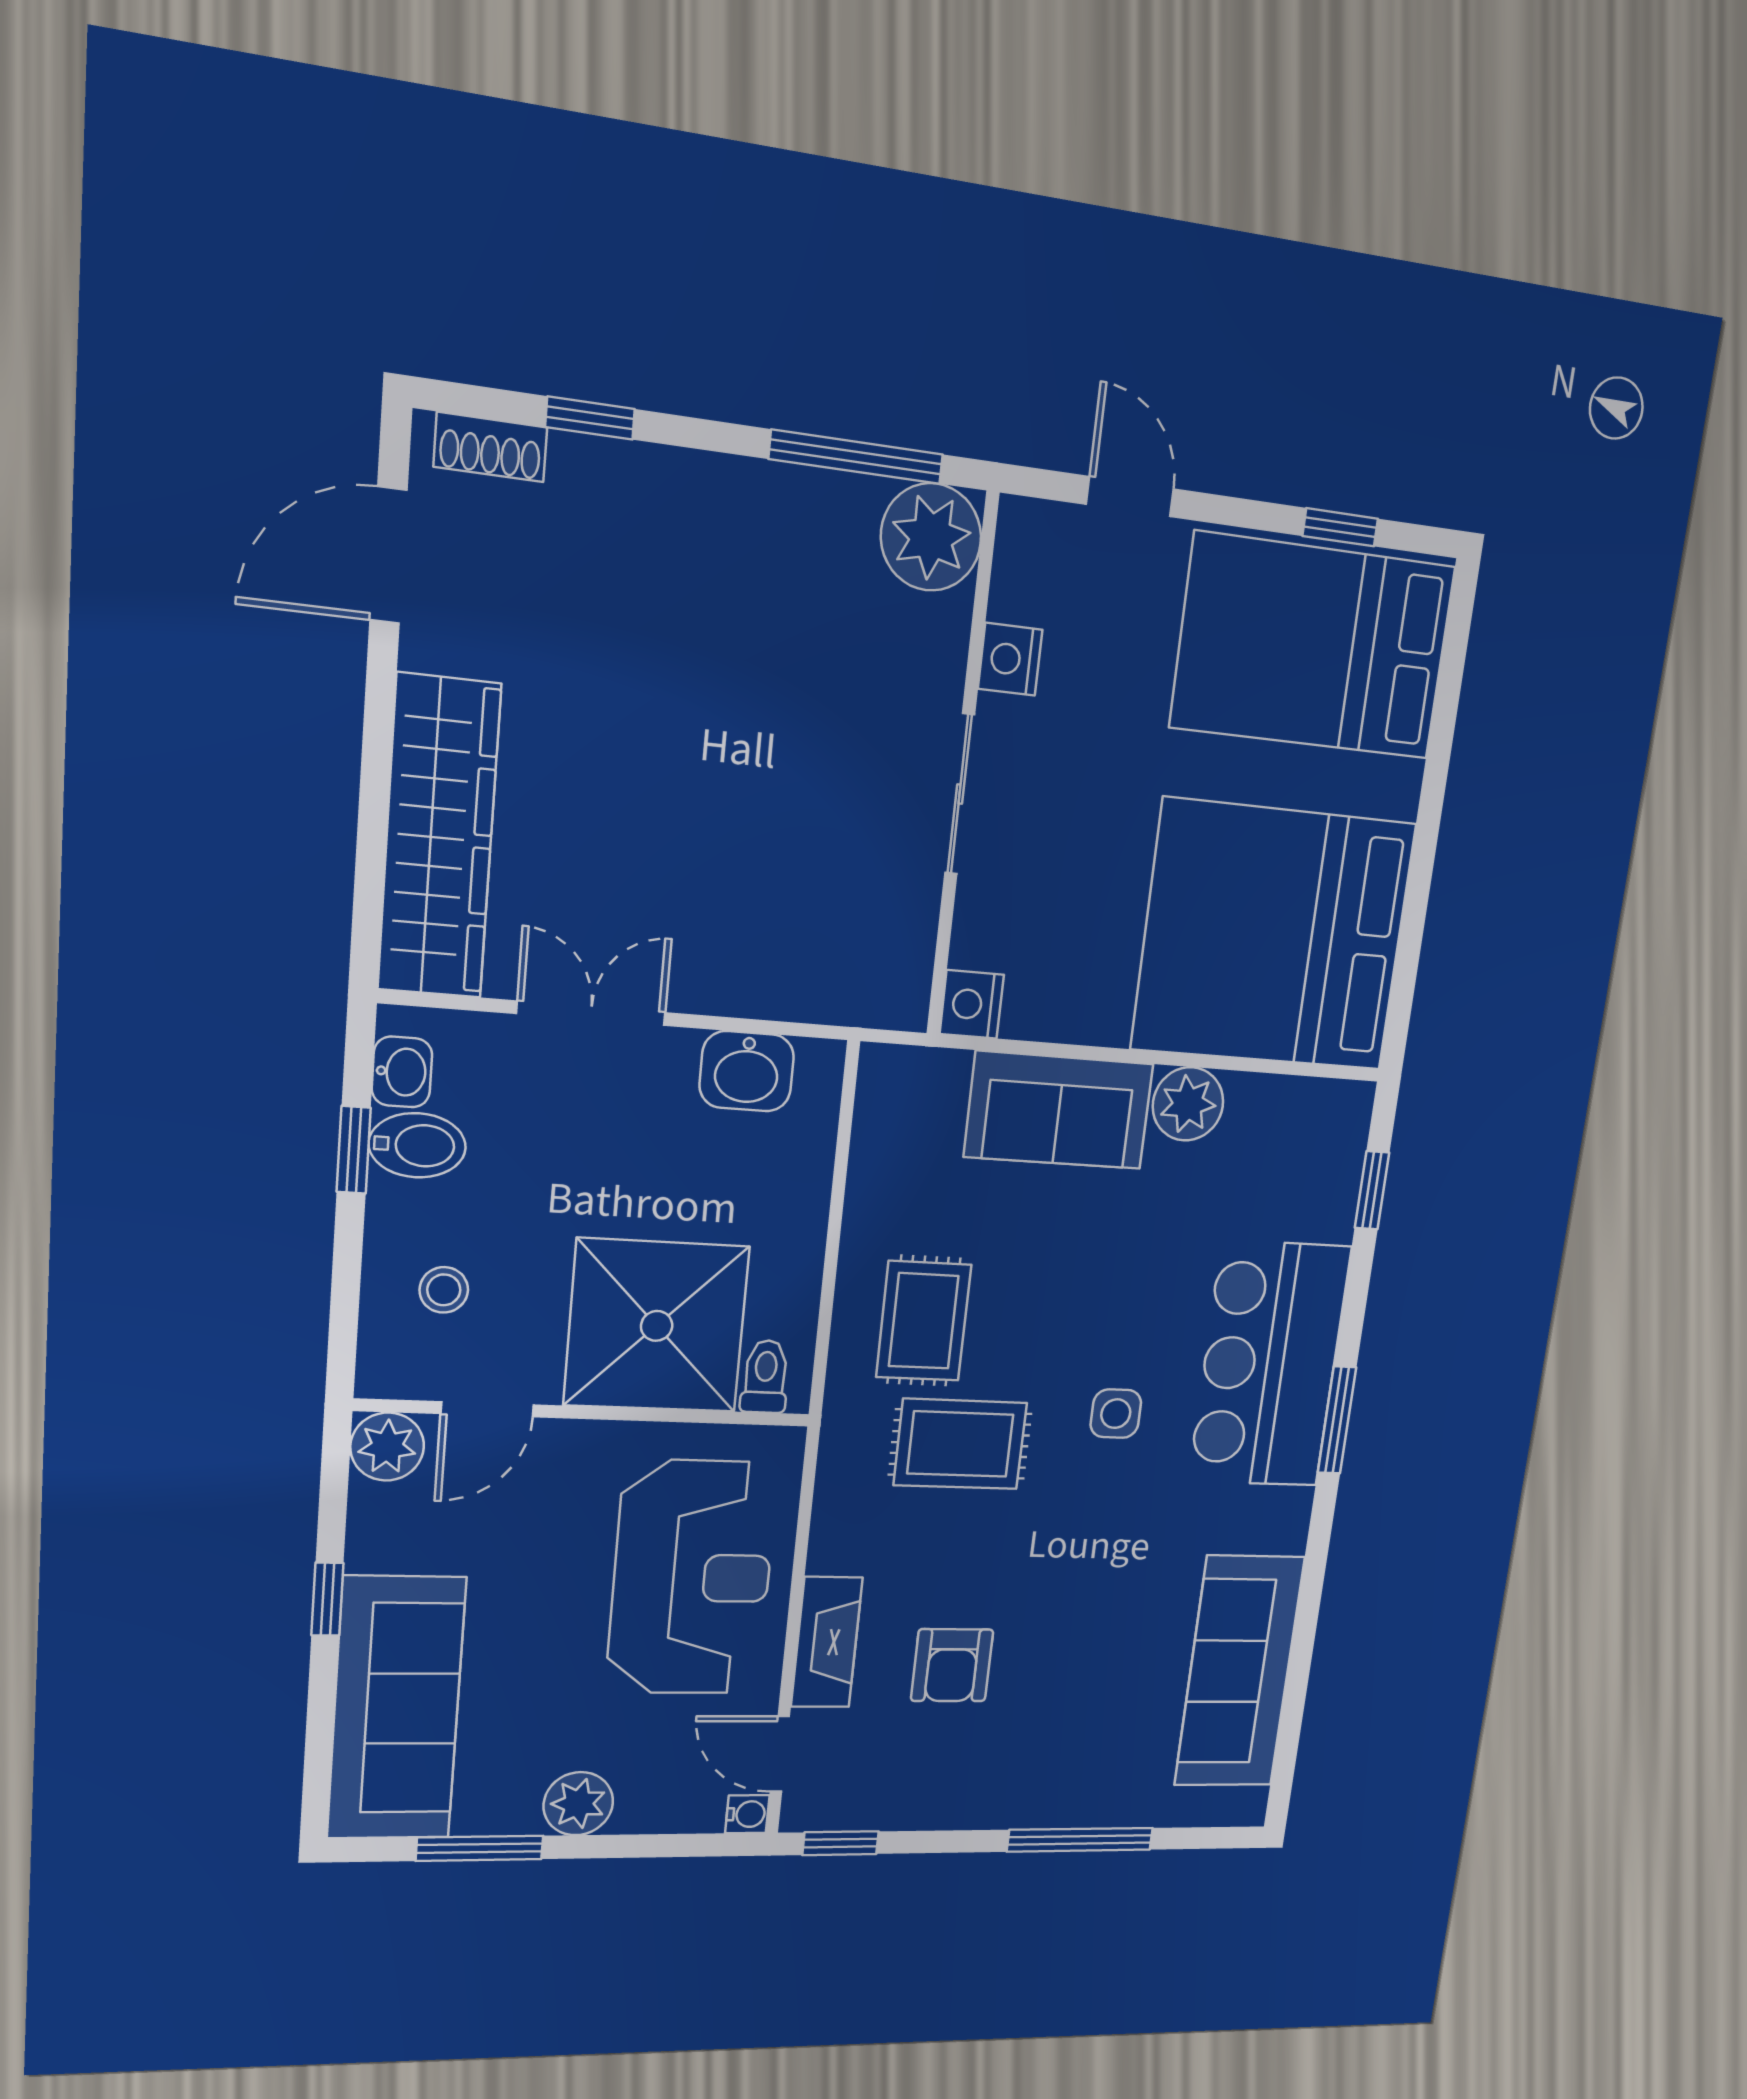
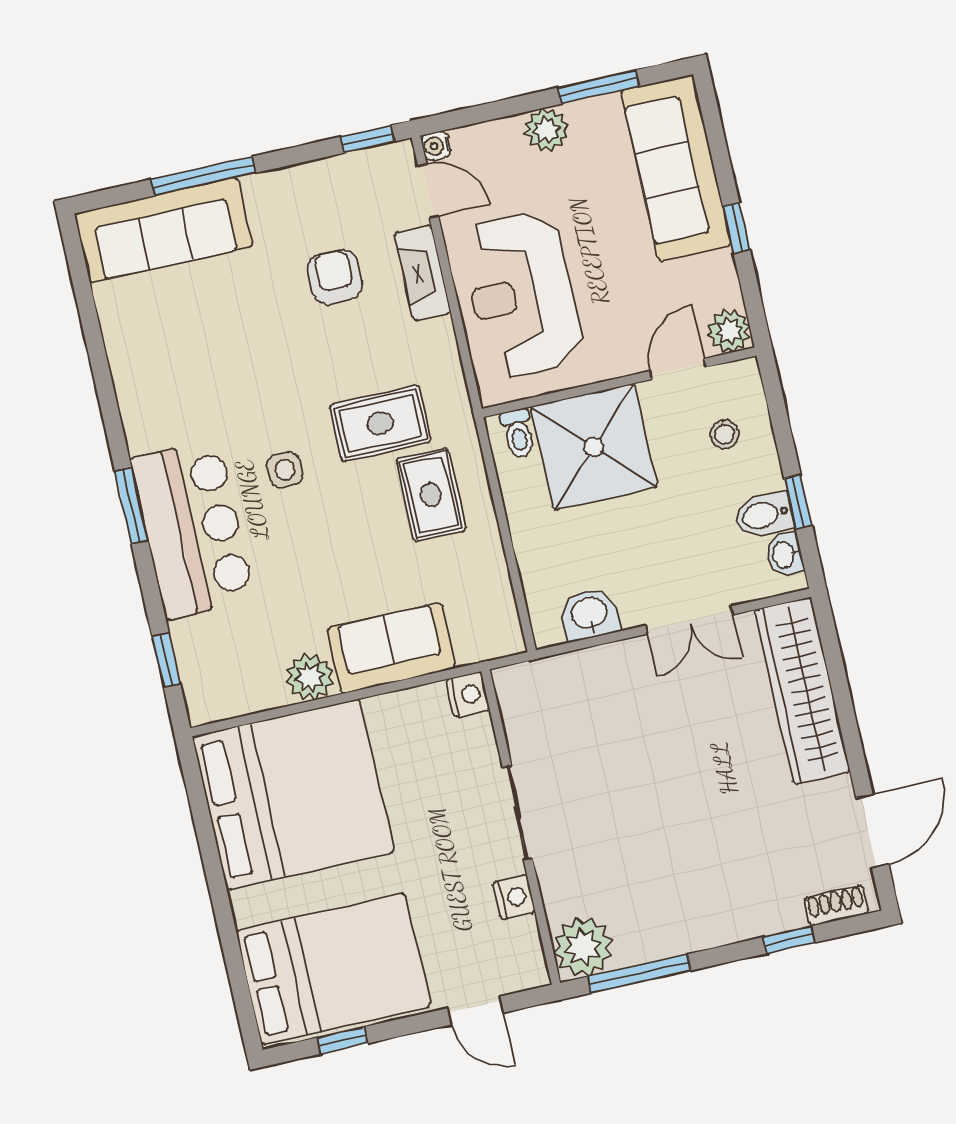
sofa: (1239, 1672) -> (164, 230), moved, turned 90

